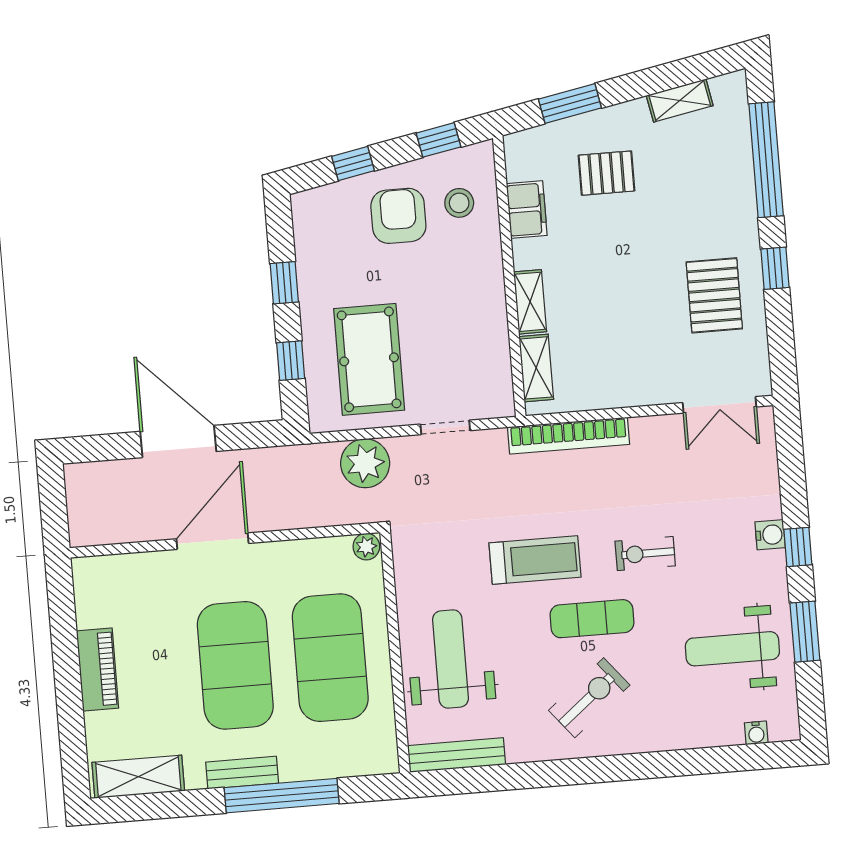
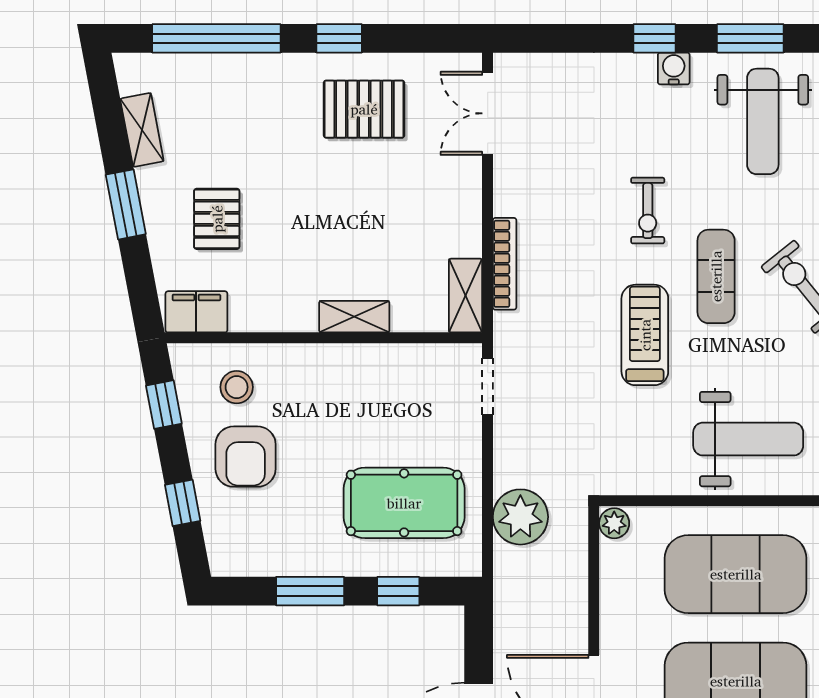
window: (570, 103) -> (126, 204), moved
filing cabinet: (527, 210) -> (196, 312), moved
armchair: (398, 216) -> (246, 457), turned -90
window: (284, 283) -> (310, 591), width x1.50
shelving: (536, 368) -> (466, 296), moved, turned 90
double door: (720, 405) -> (488, 113), swing flipped
doorway: (445, 427) -> (488, 386), moved
bookcase: (569, 436) -> (505, 264), width x0.68, depth x0.76
water cooler: (770, 535) -> (674, 68), moved
weight bench: (450, 659) -> (748, 439), turned 180

